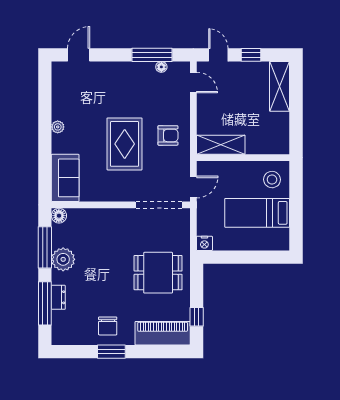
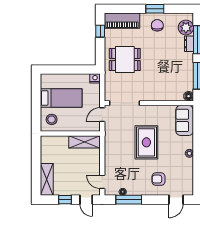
armchair: (168, 135) -> (158, 179), moved
plant: (63, 259) -> (186, 28), moved

